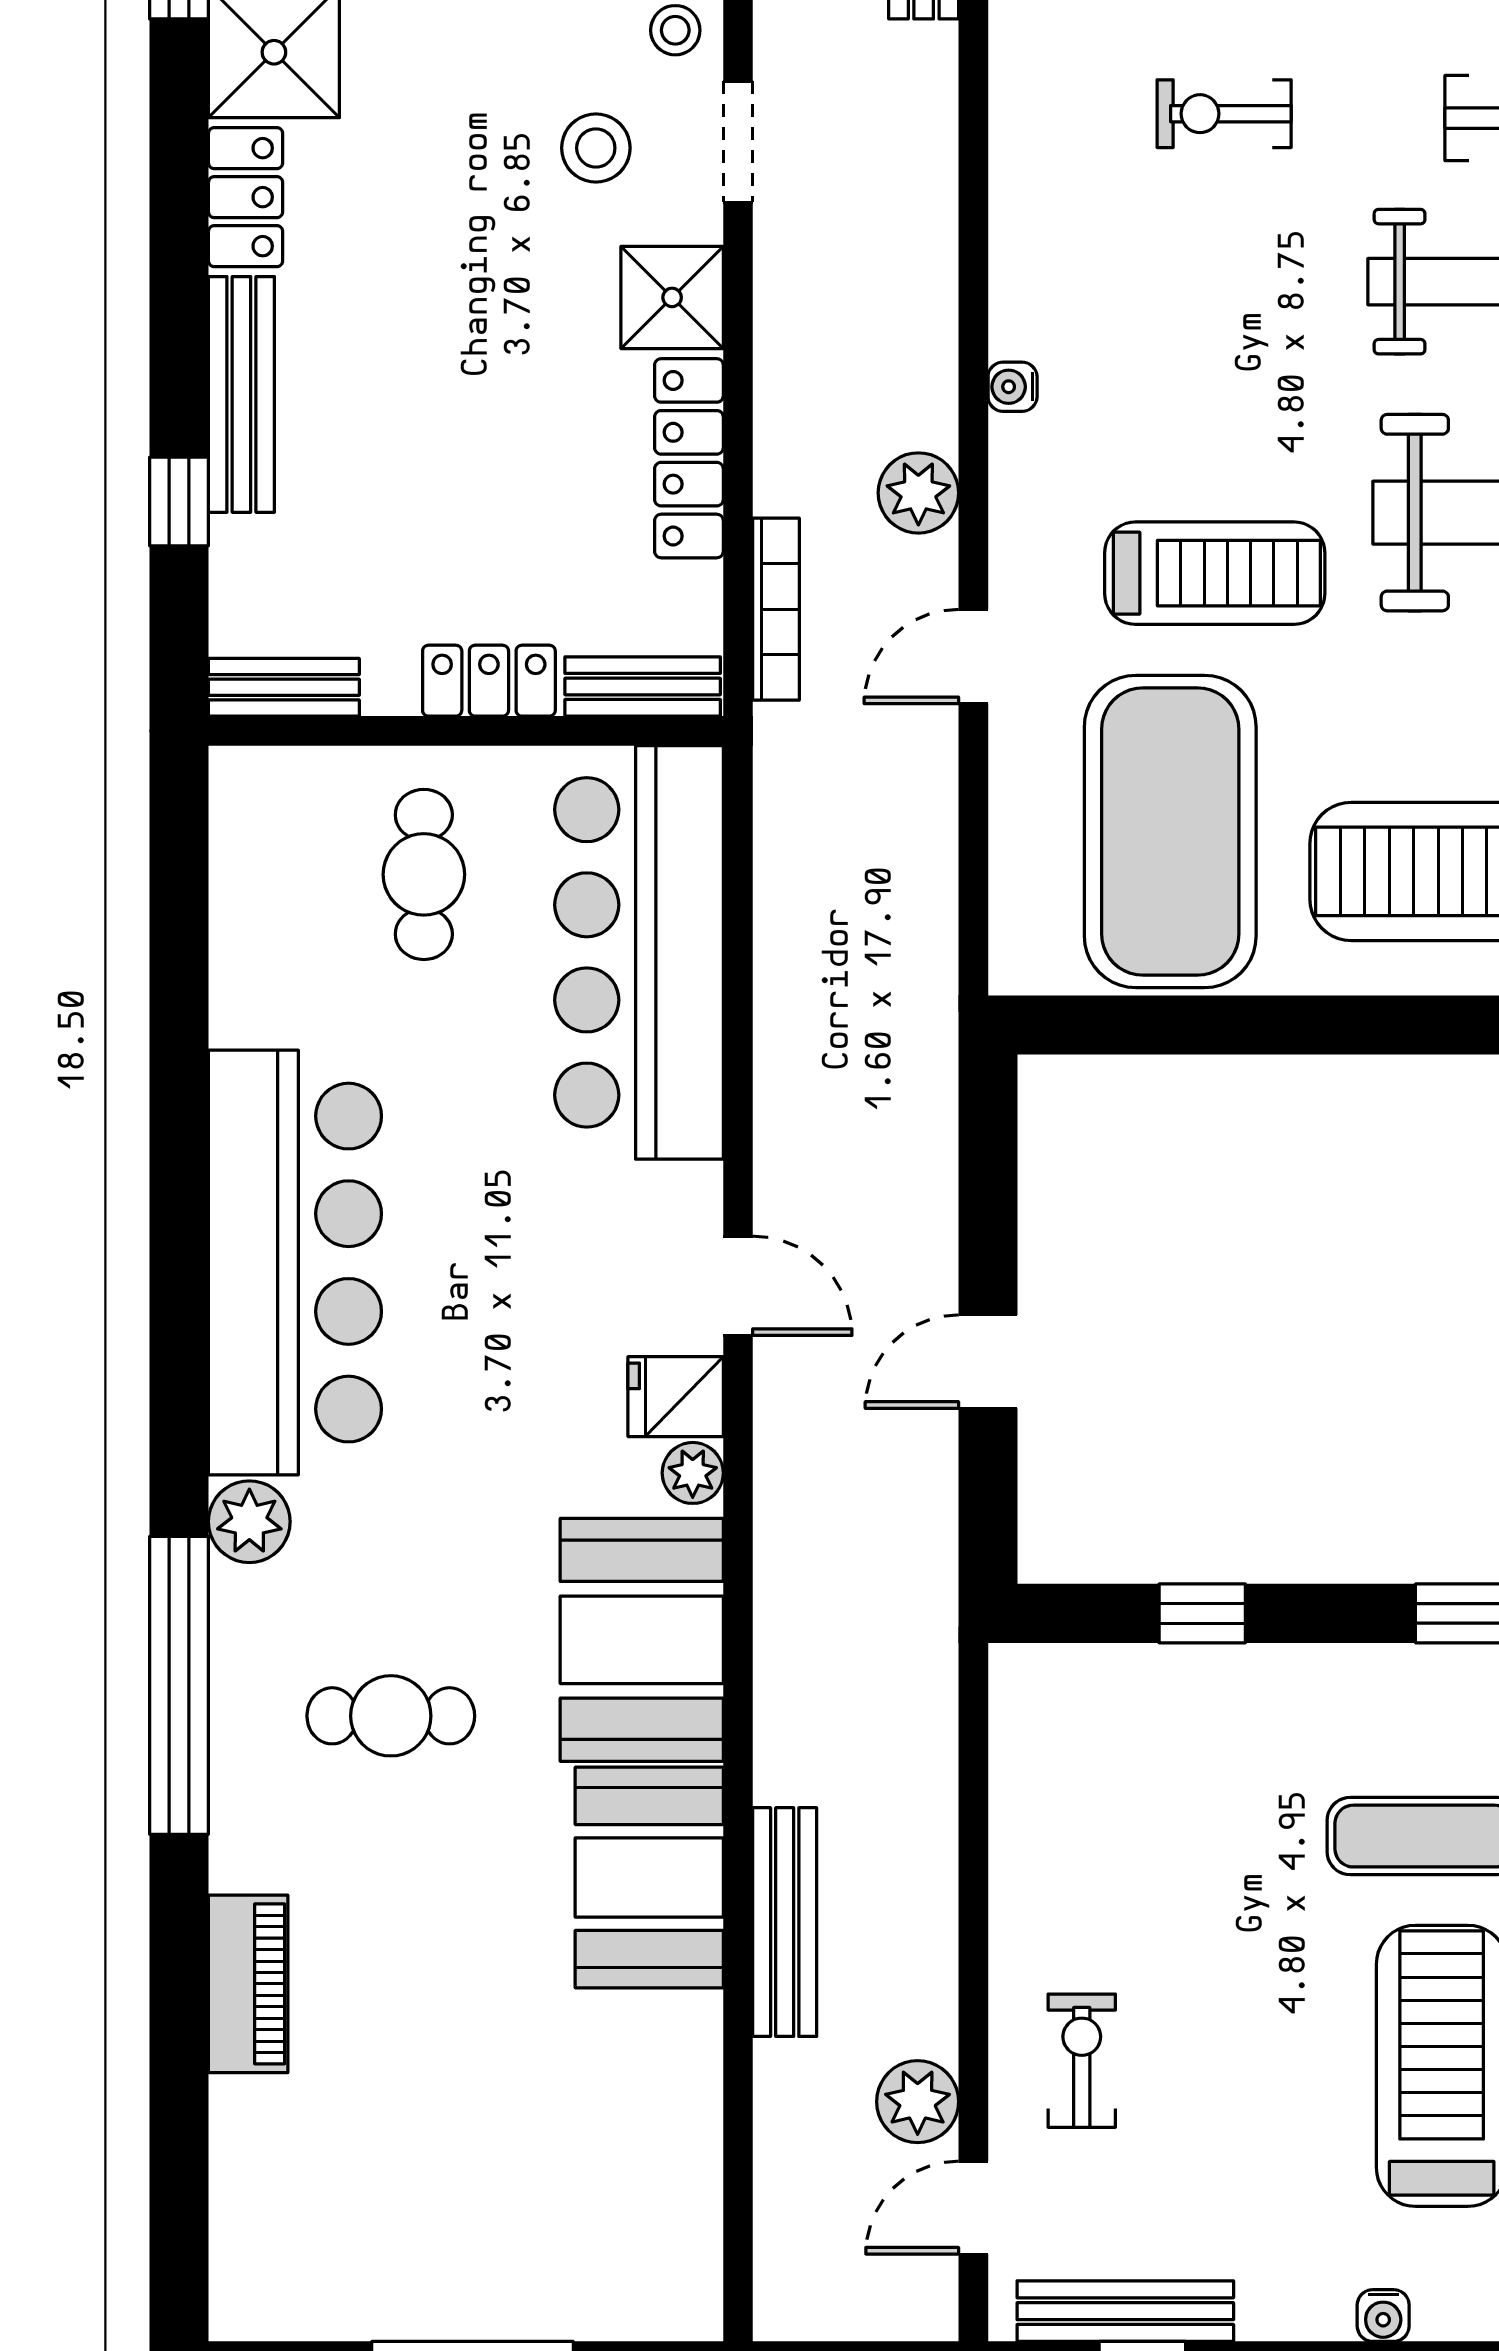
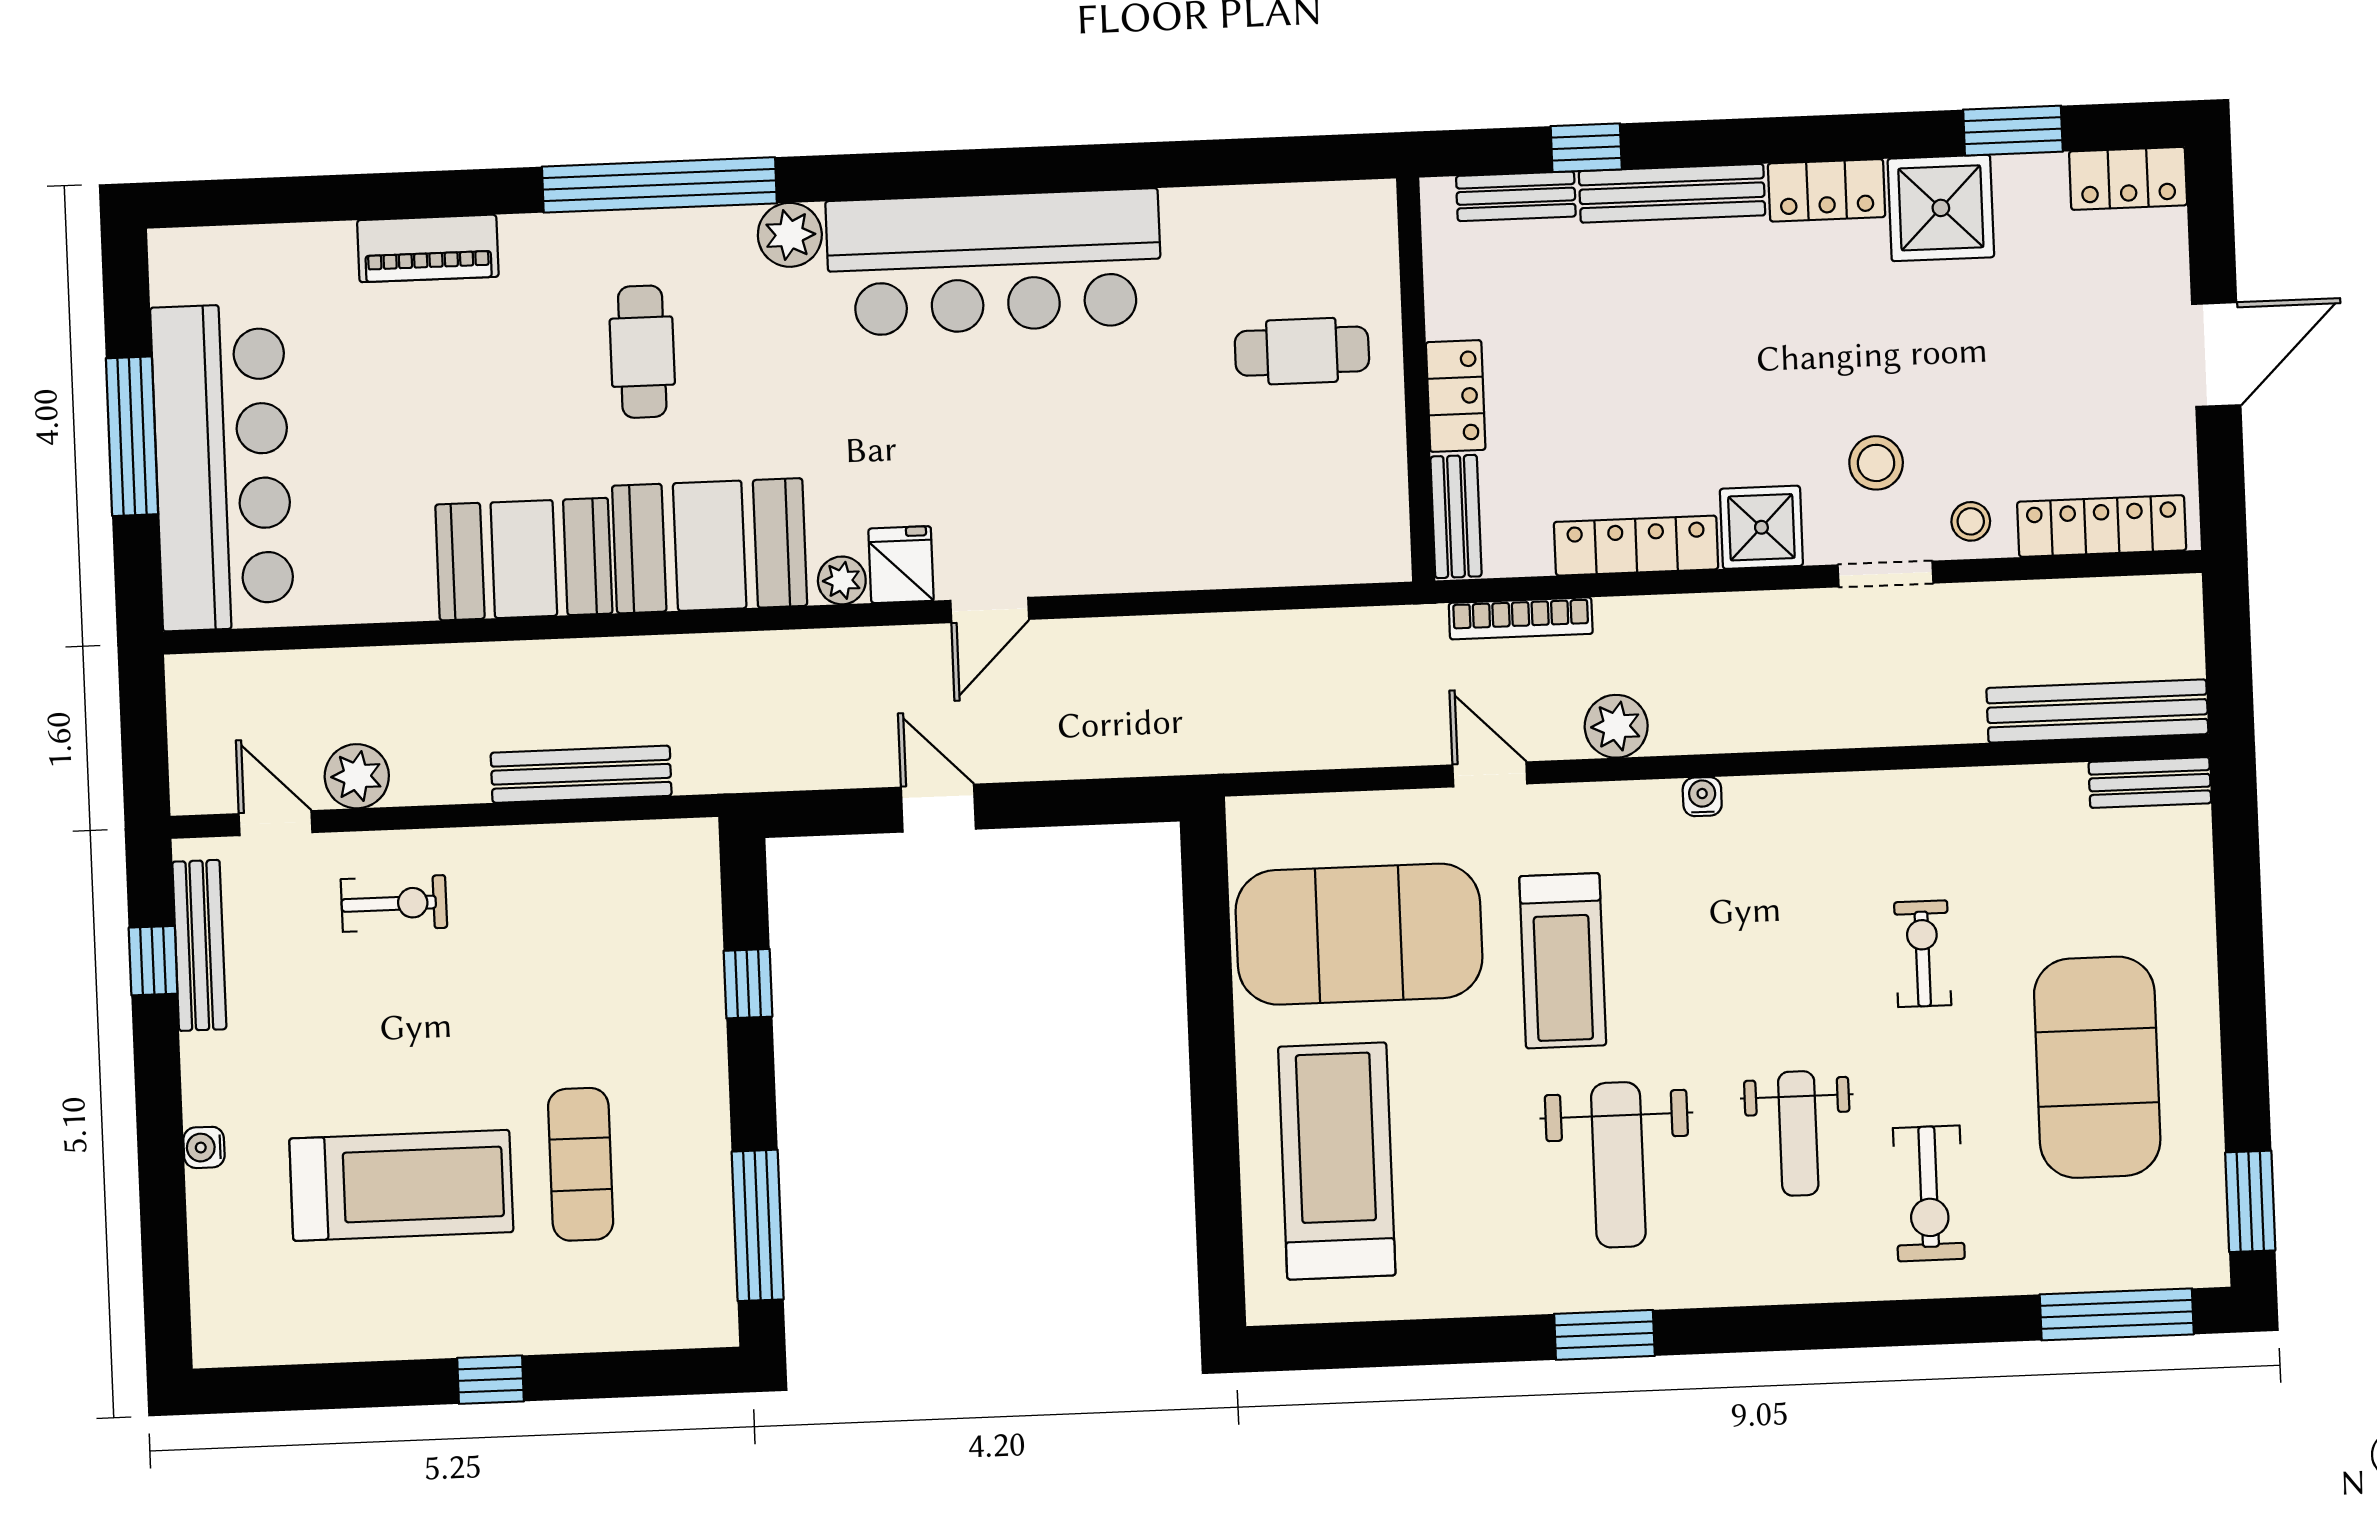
bench: (284, 687) -> (1516, 196), moved, turned 90
bar counter: (639, 952) -> (222, 467), moved, turned 90
bench: (785, 1922) -> (581, 774), moved

